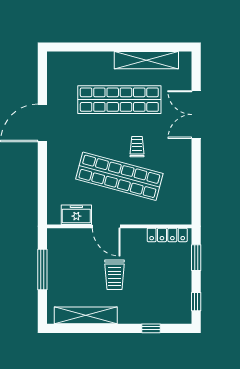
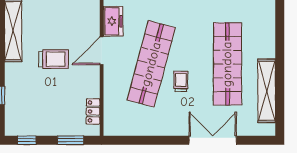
trolley: (137, 147) -> (181, 81), turned -90
locker: (167, 235) -> (93, 111), width x0.66
trolley: (115, 275) -> (54, 59), turned 180

